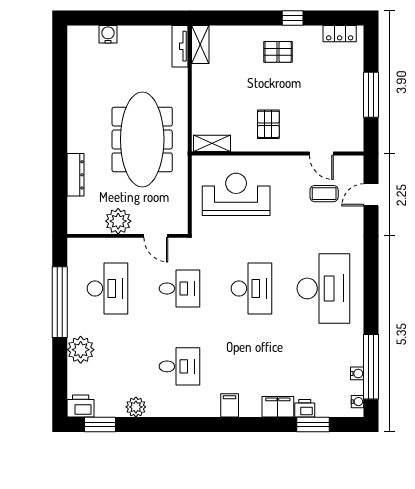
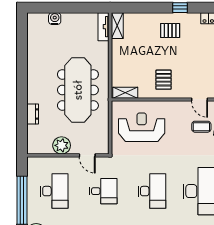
dresser: (75, 175) -> (33, 114), width x0.70

